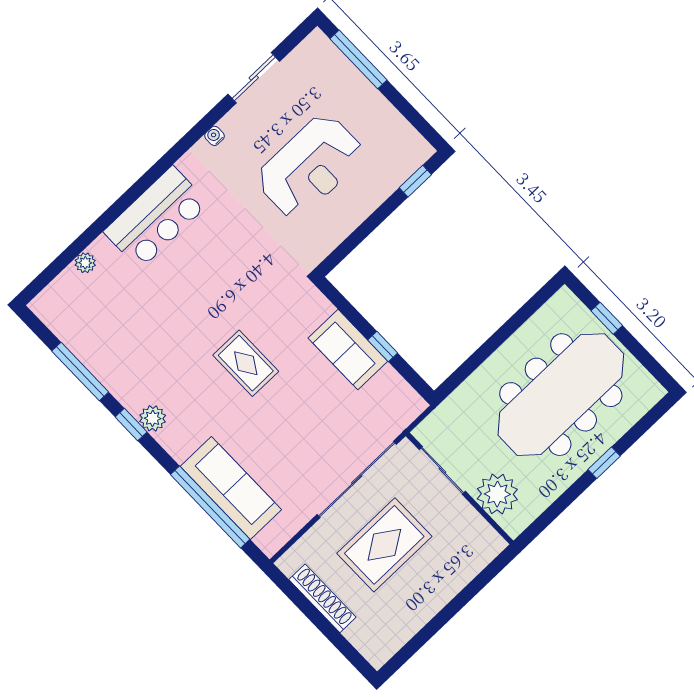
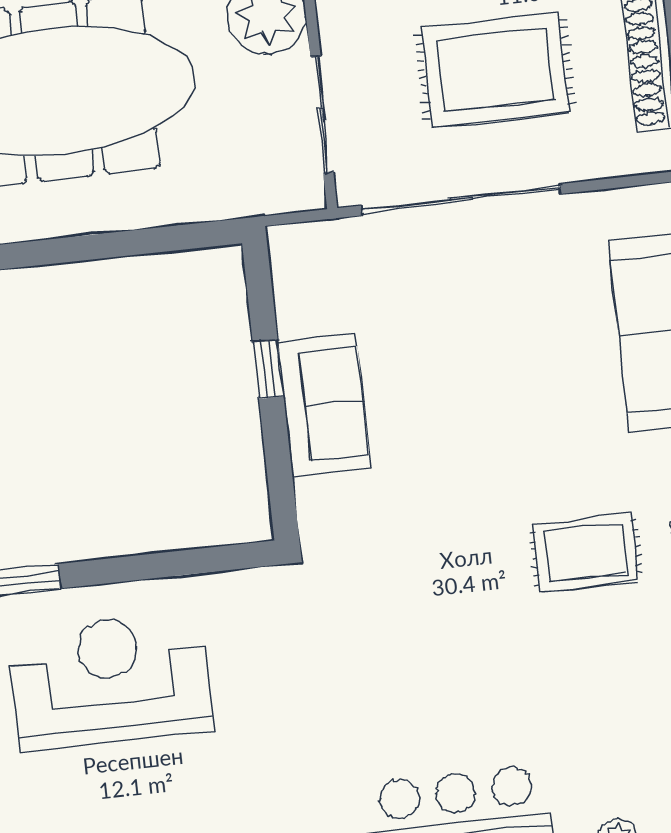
reception desk: (310, 166) -> (111, 681), moved
rug: (246, 363) -> (586, 553), moved, turned 90

